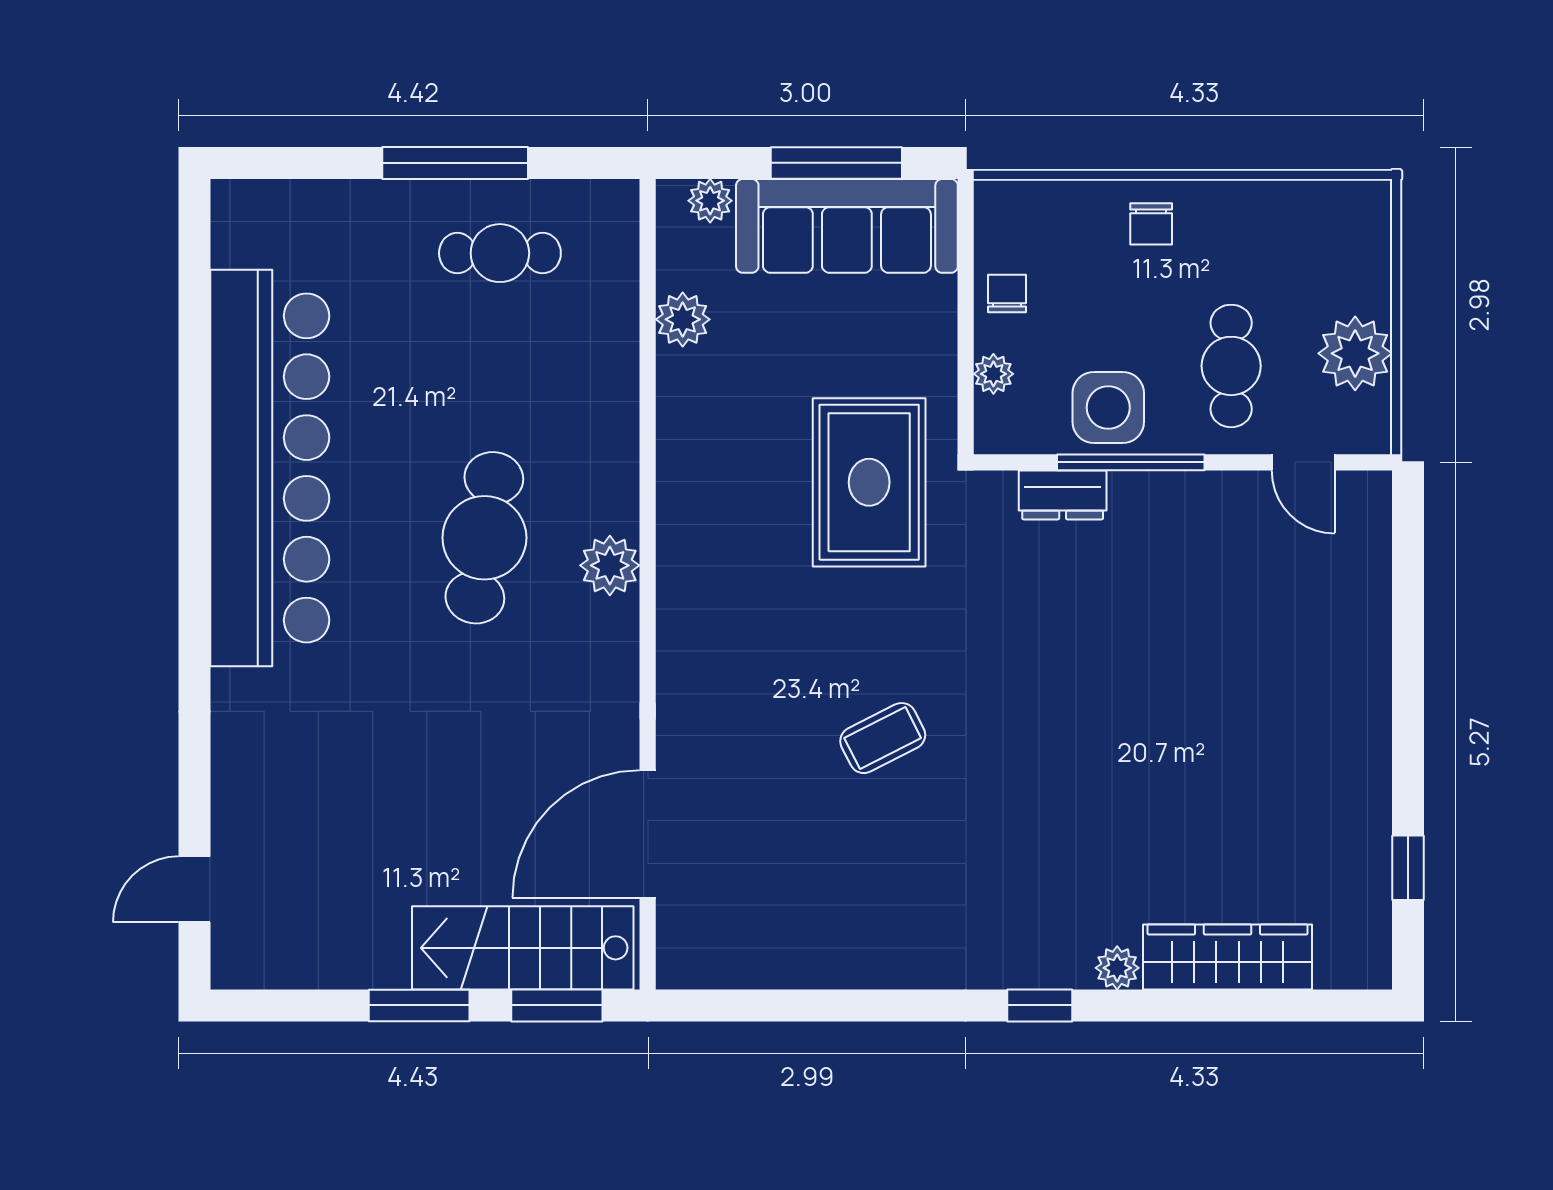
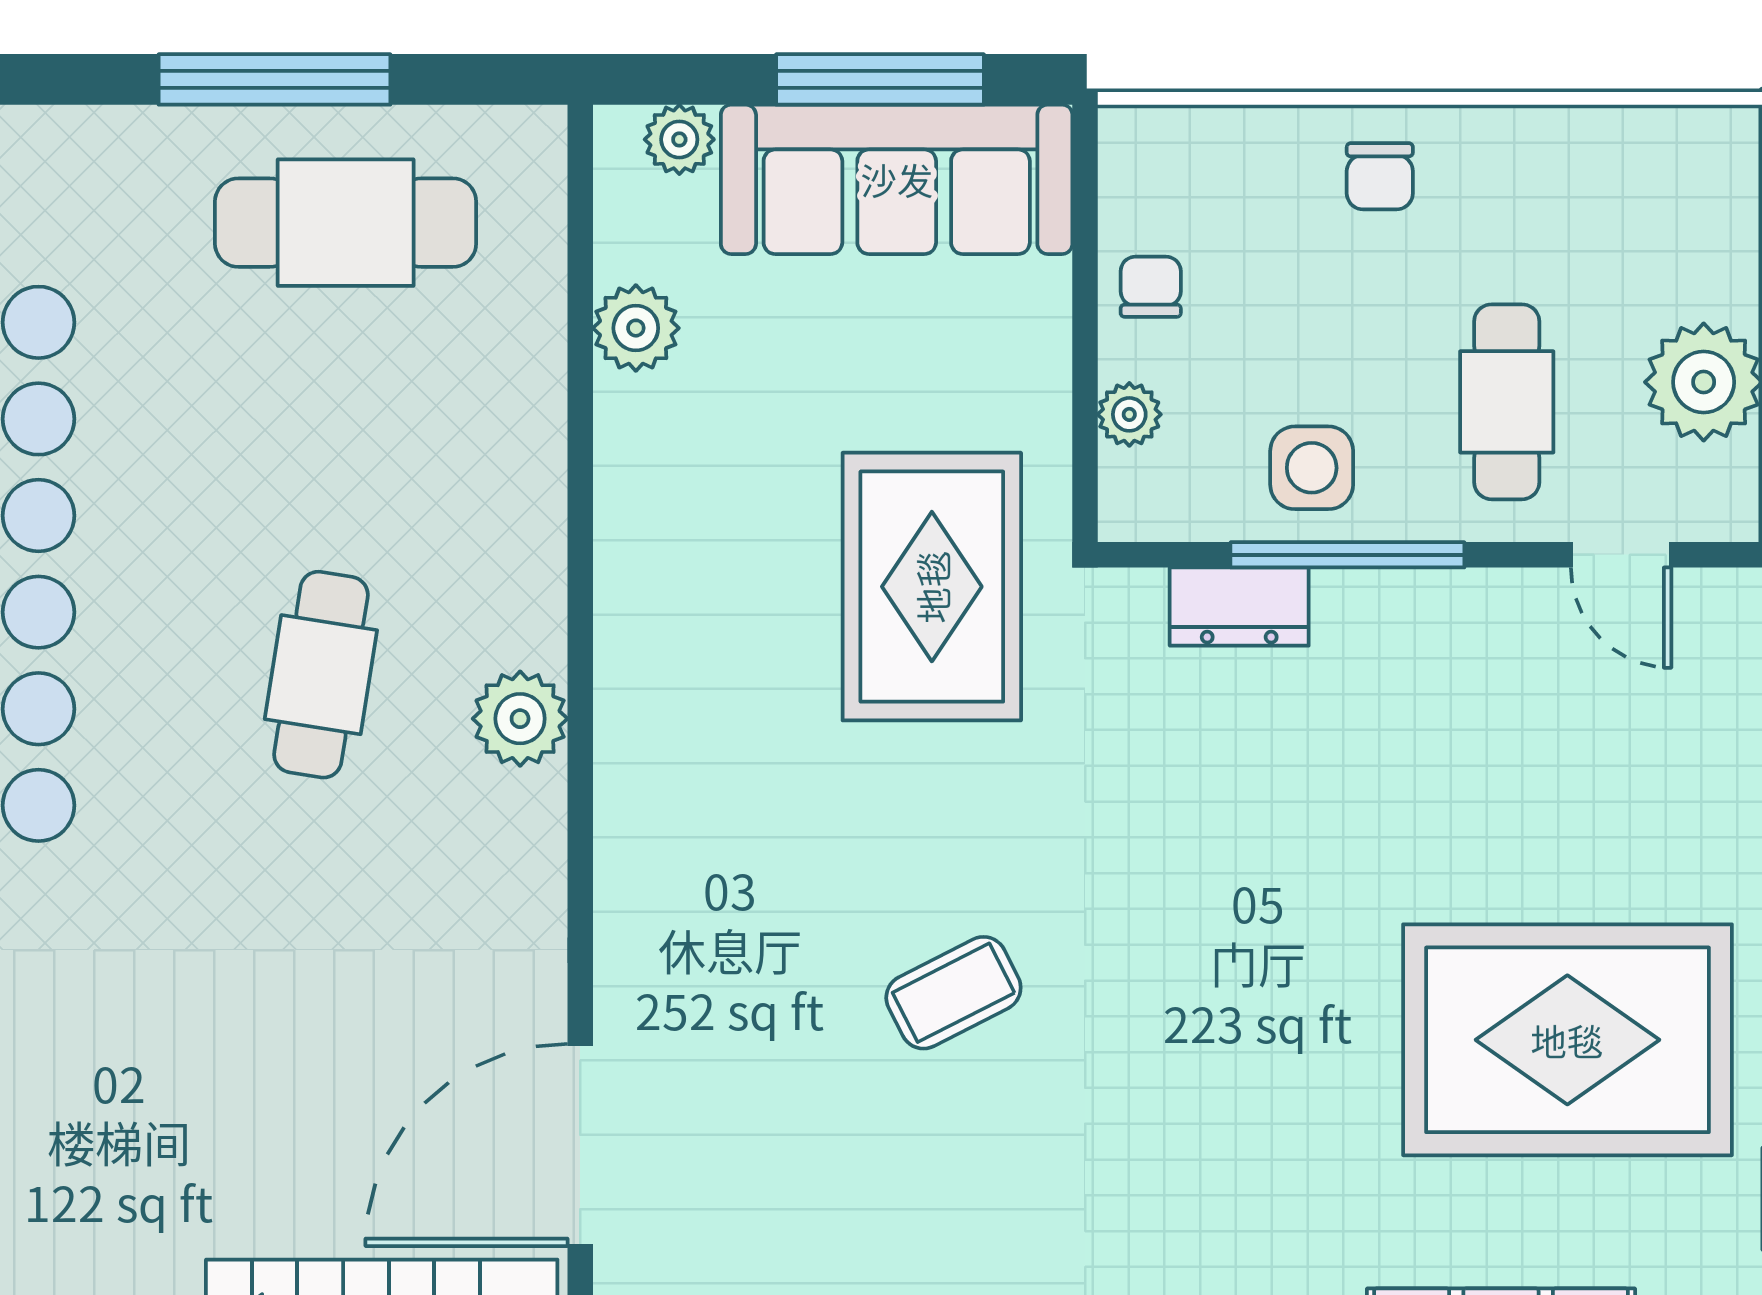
cafe table: (500, 253) -> (346, 223), width x1.37, depth x1.35
side table: (1108, 407) -> (1312, 468), width x0.73, depth x0.73
cafe table: (484, 538) -> (321, 675), width x0.73, depth x0.74
rug: (1269, 768) -> (1567, 1040), added

